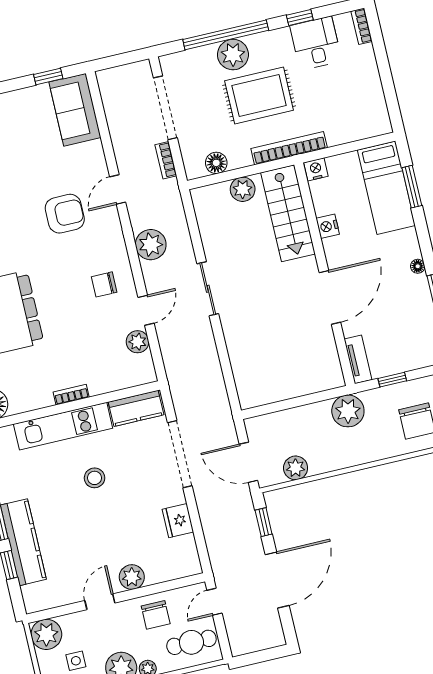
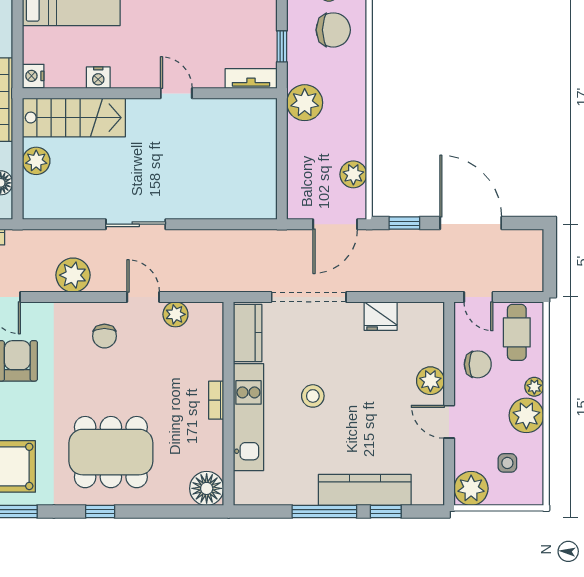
door: (330, 297) -> (176, 93), width x0.53

